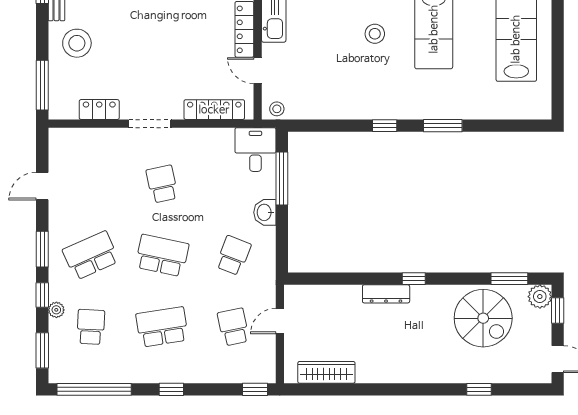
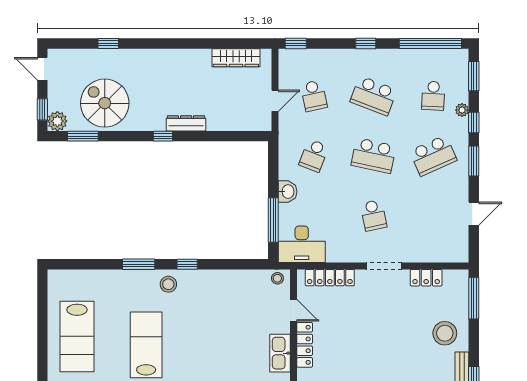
stool: (375, 34) -> (168, 284), moved
desk: (255, 150) -> (302, 244), width x1.37
school desk: (162, 327) -> (374, 96), turned 30

